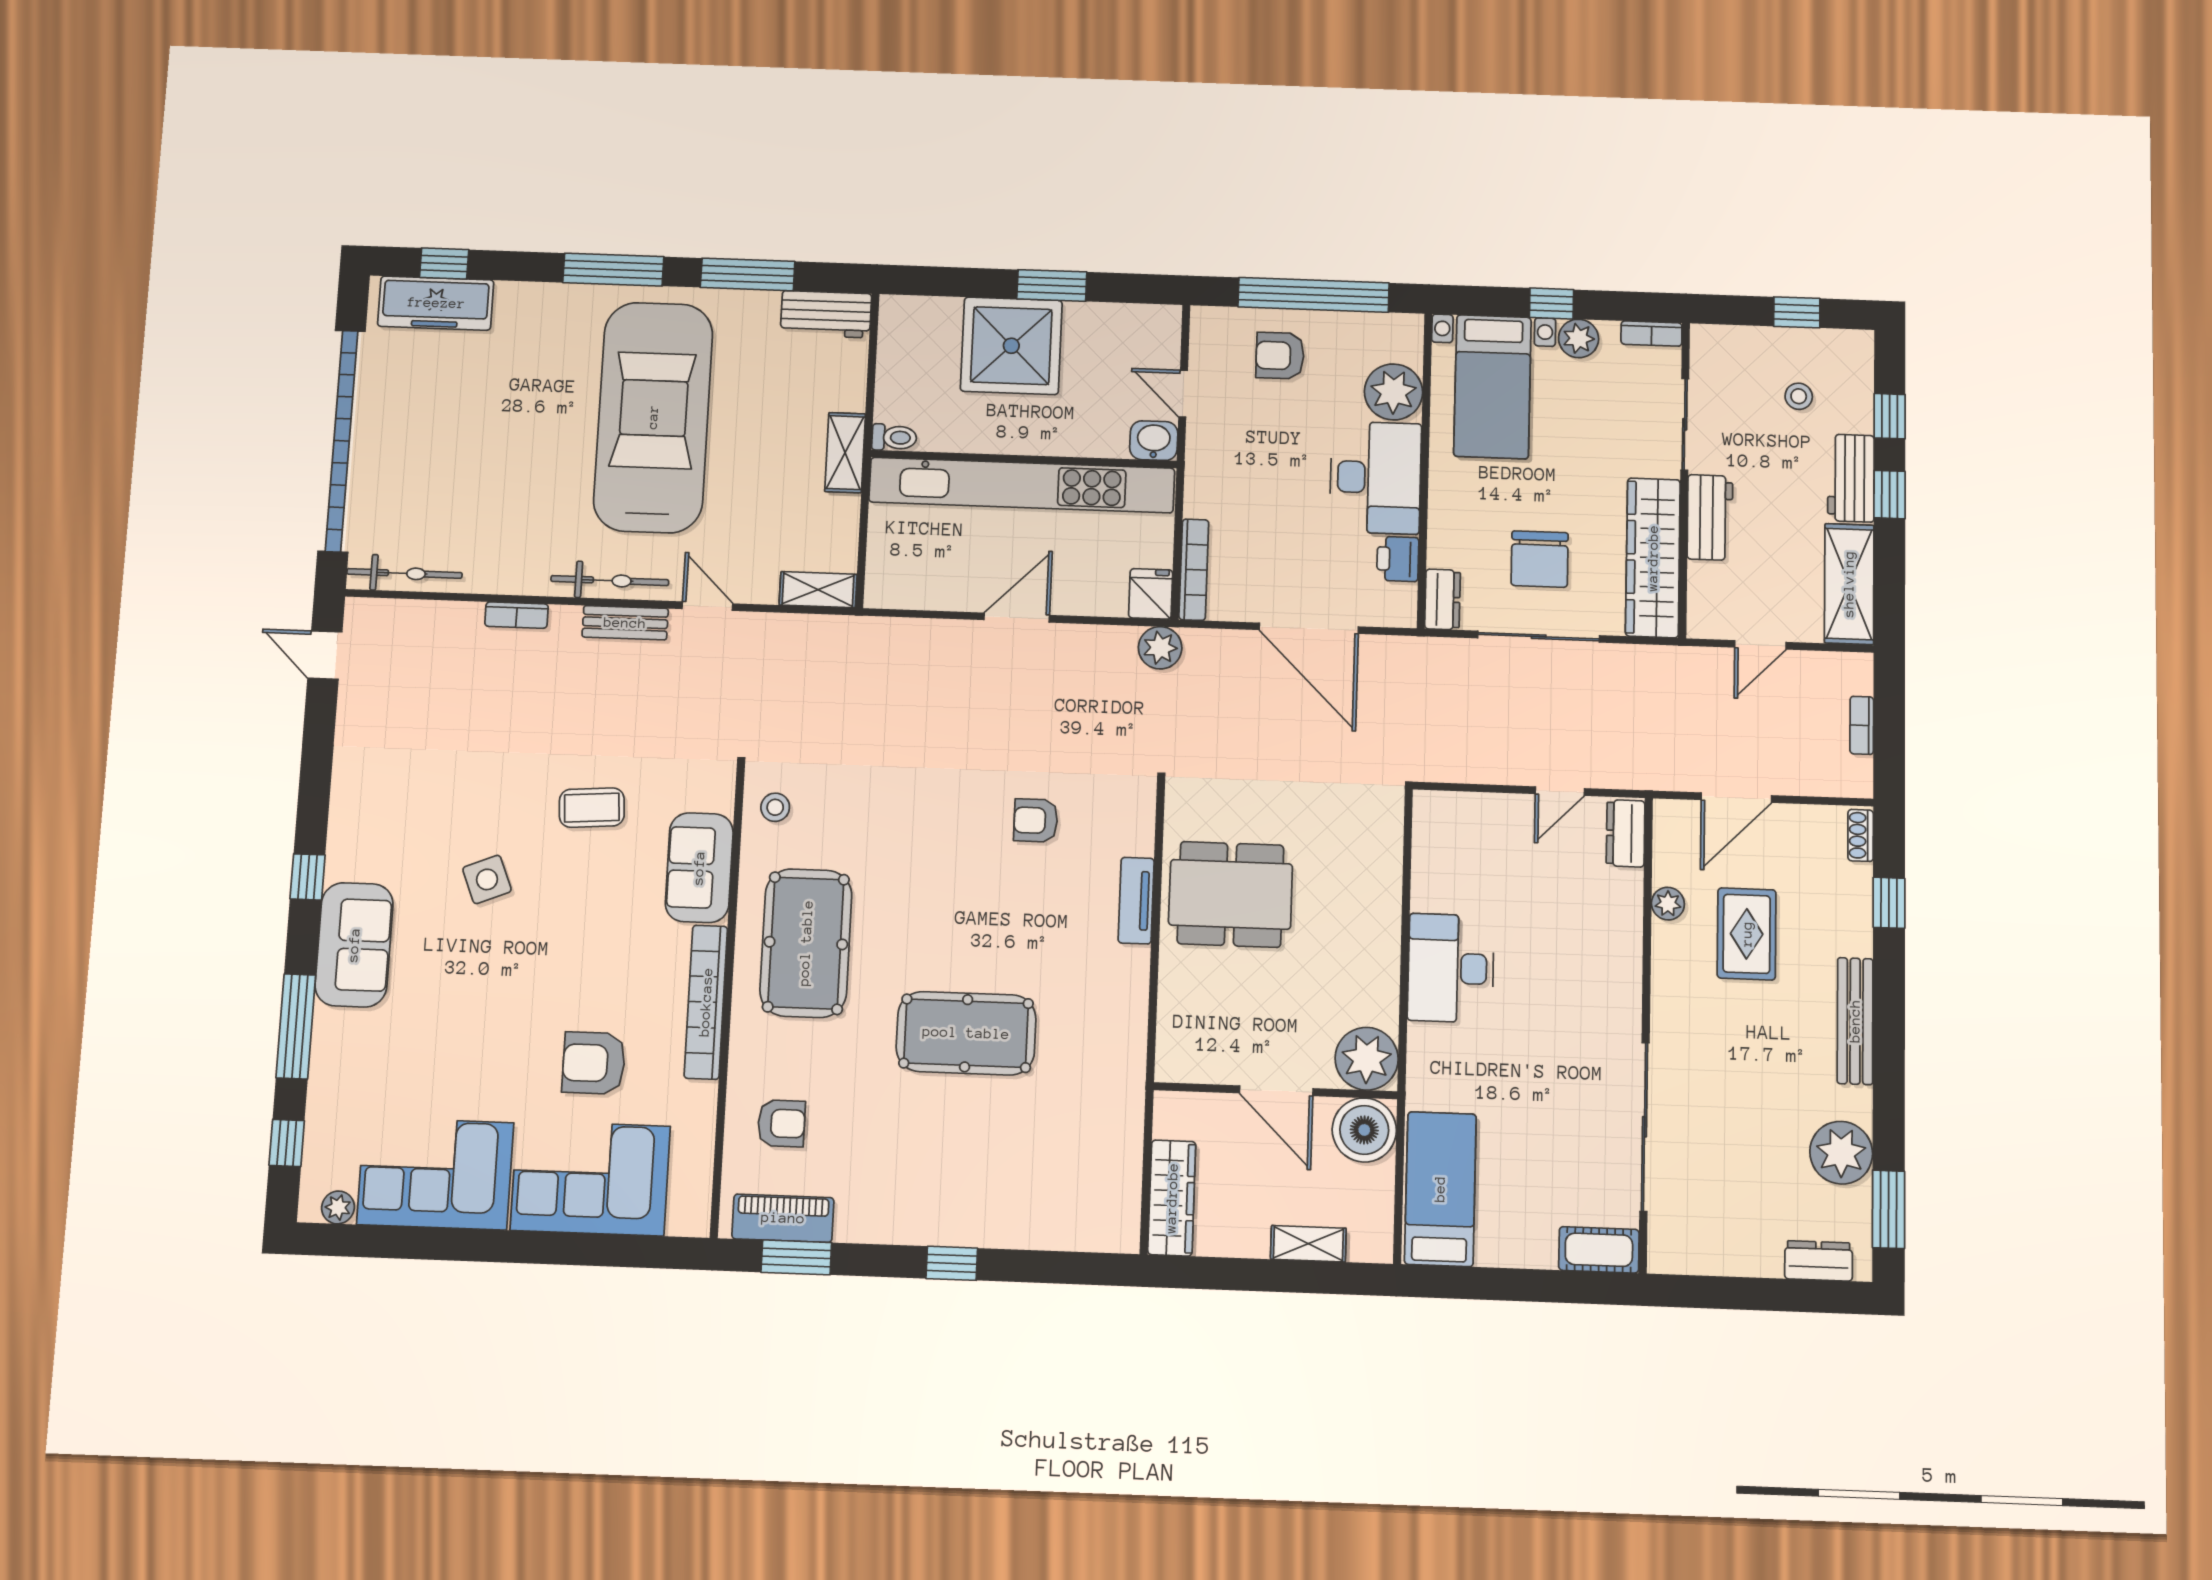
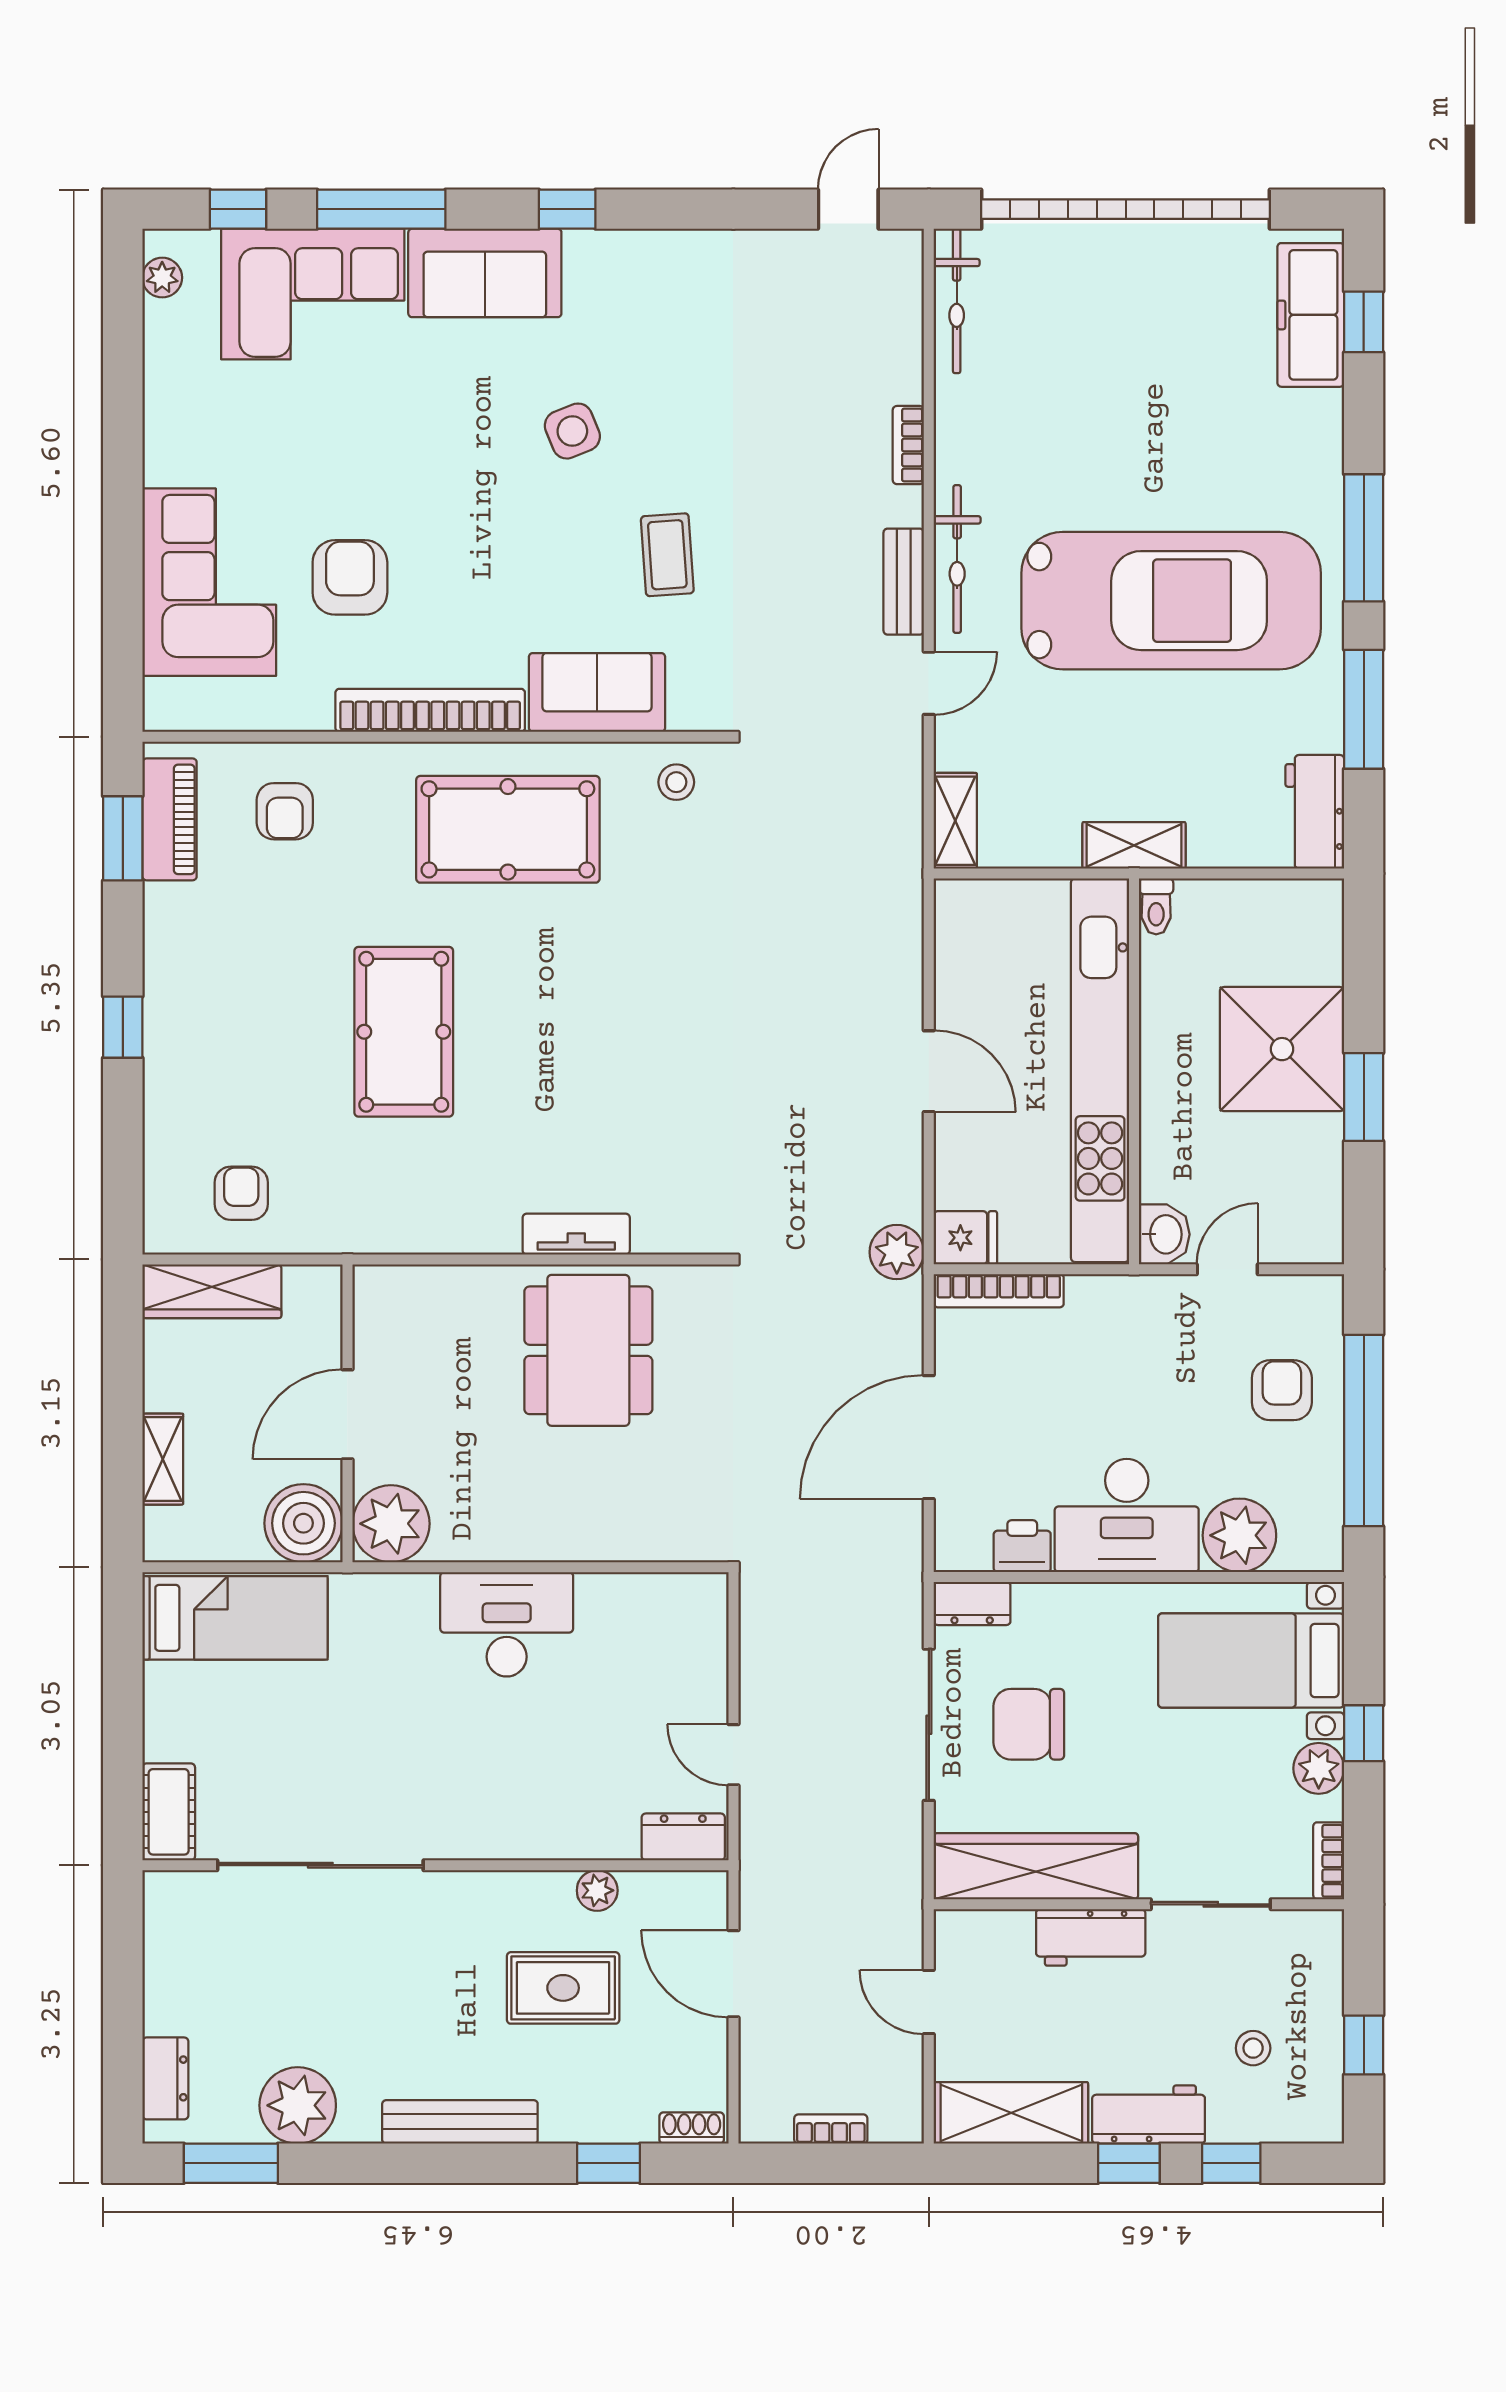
armchair: (1036, 820) -> (241, 1193), moved
corner sofa: (435, 1174) -> (313, 294), moved, turned 90

